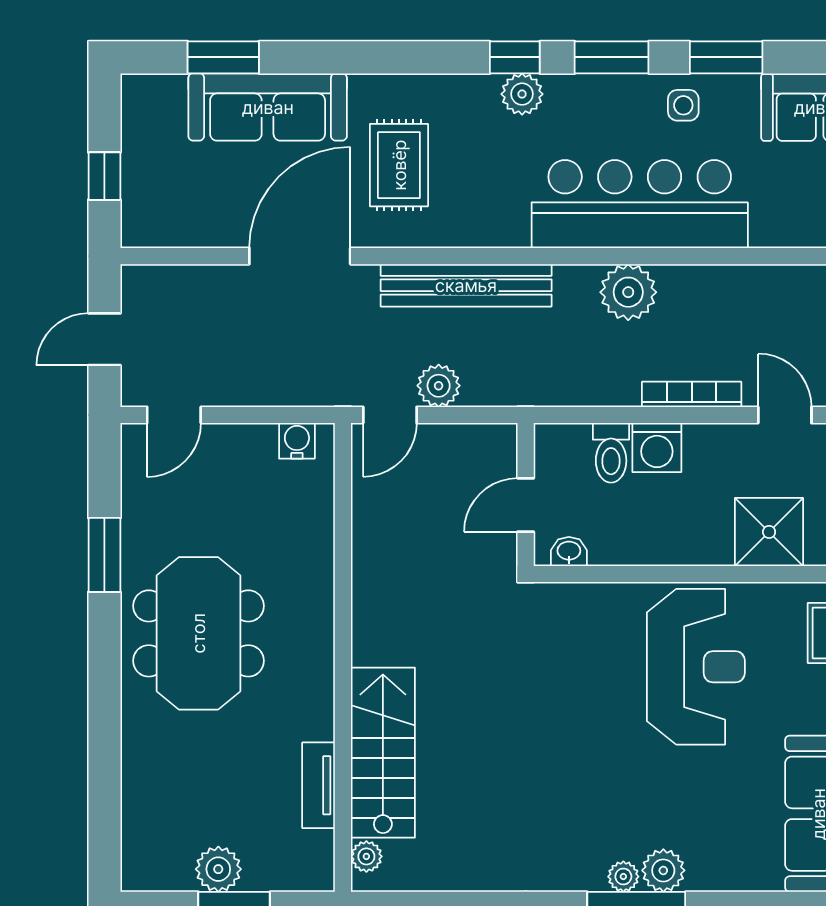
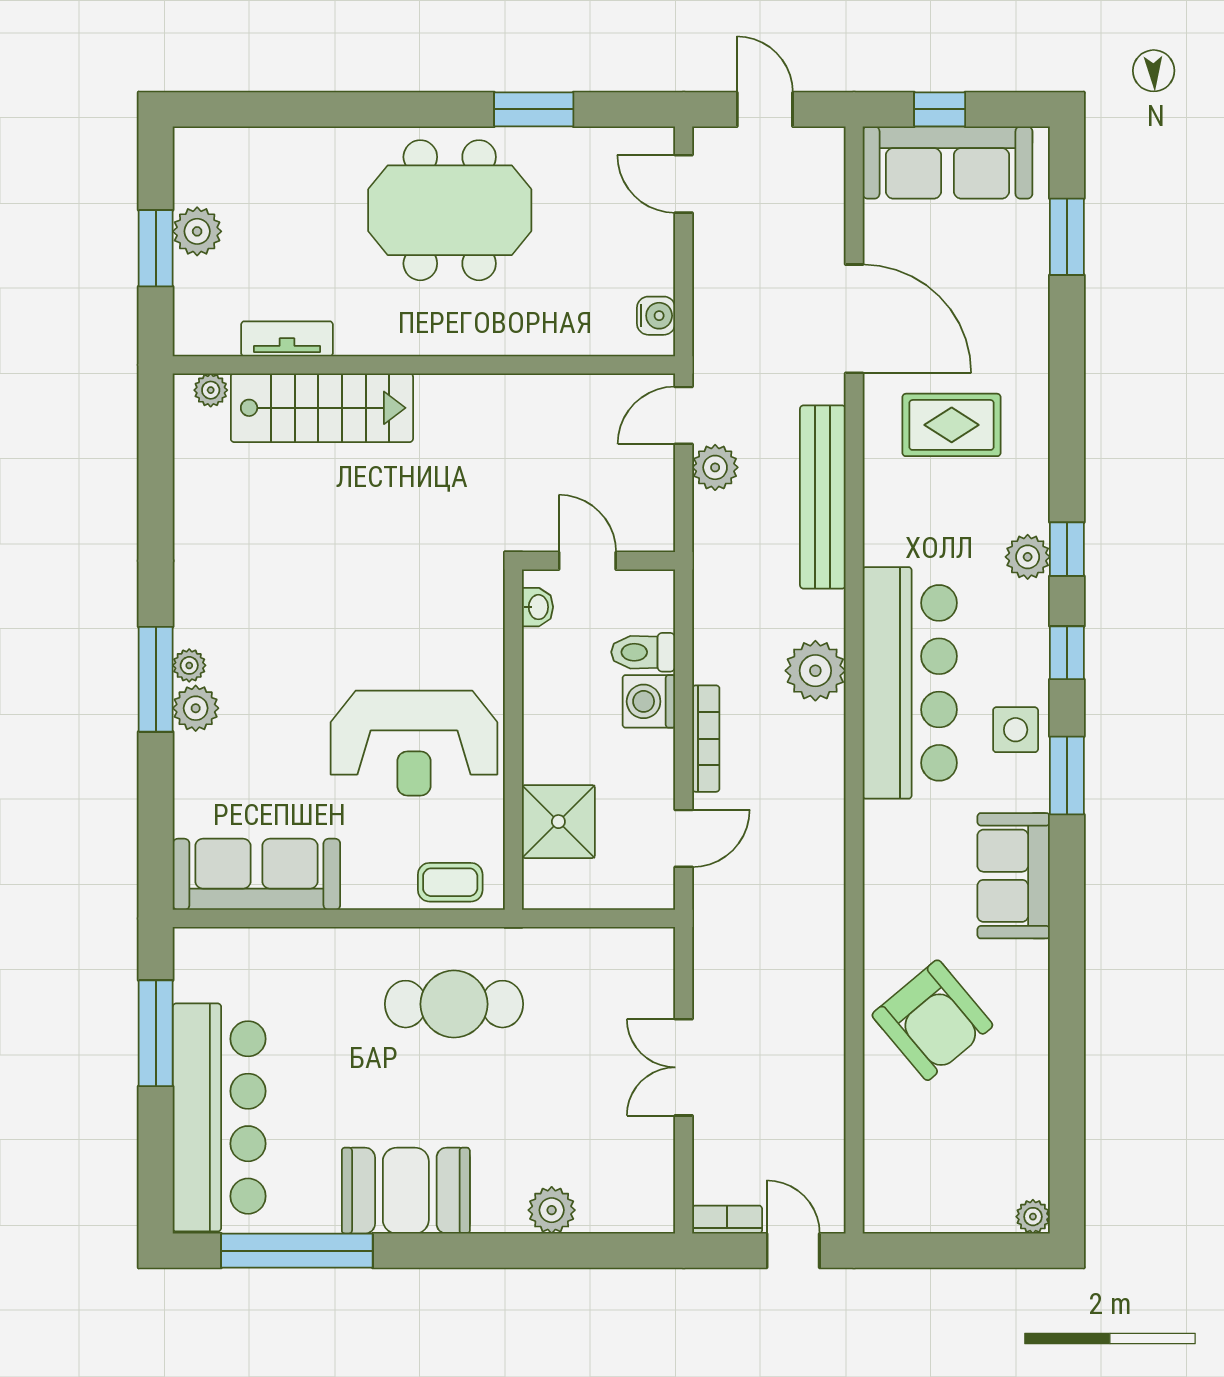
window: (612, 57) -> (1067, 653), width x0.67
side table: (683, 105) -> (1016, 730), width x1.37, depth x1.37
sofa: (268, 107) -> (947, 163), moved, turned -90
door: (390, 415) -> (684, 415), hinge flipped

